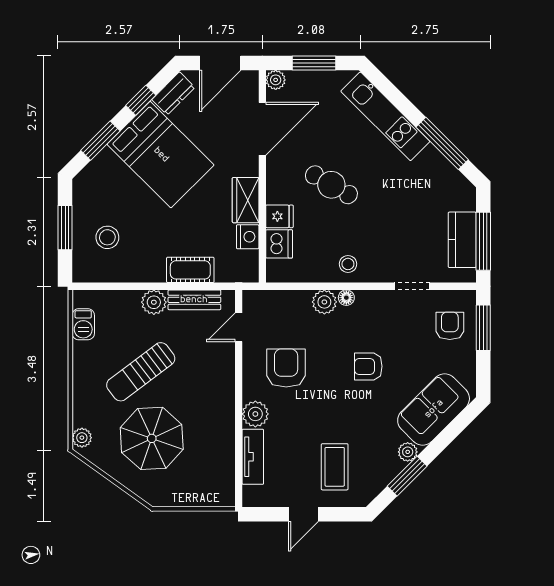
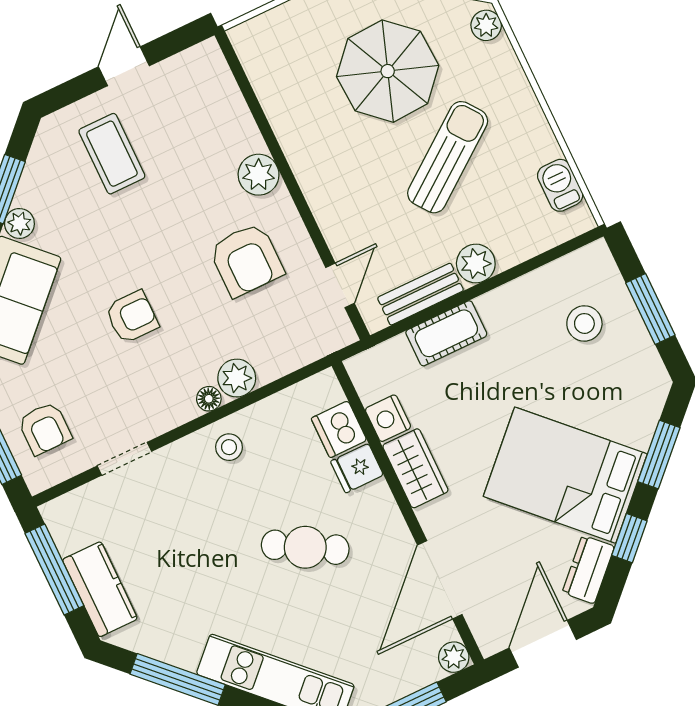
kitchen counter: (462, 240) -> (100, 589), moved
tv unit: (253, 457) -> (234, 113), removed

